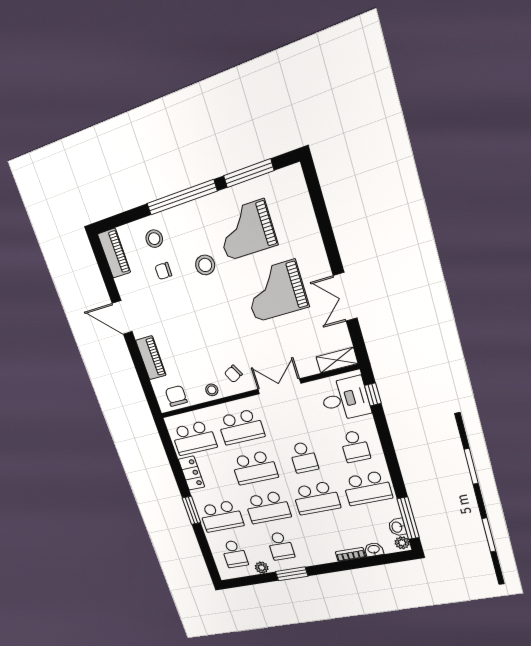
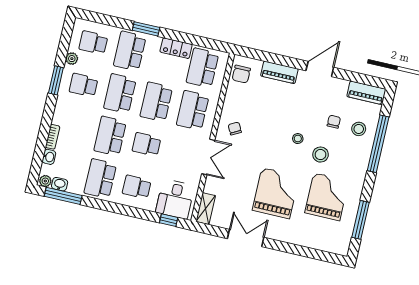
window: (182, 197) -> (378, 144), moved
stool: (212, 390) -> (298, 139), moved
chair: (176, 396) -> (241, 74), turned 90

